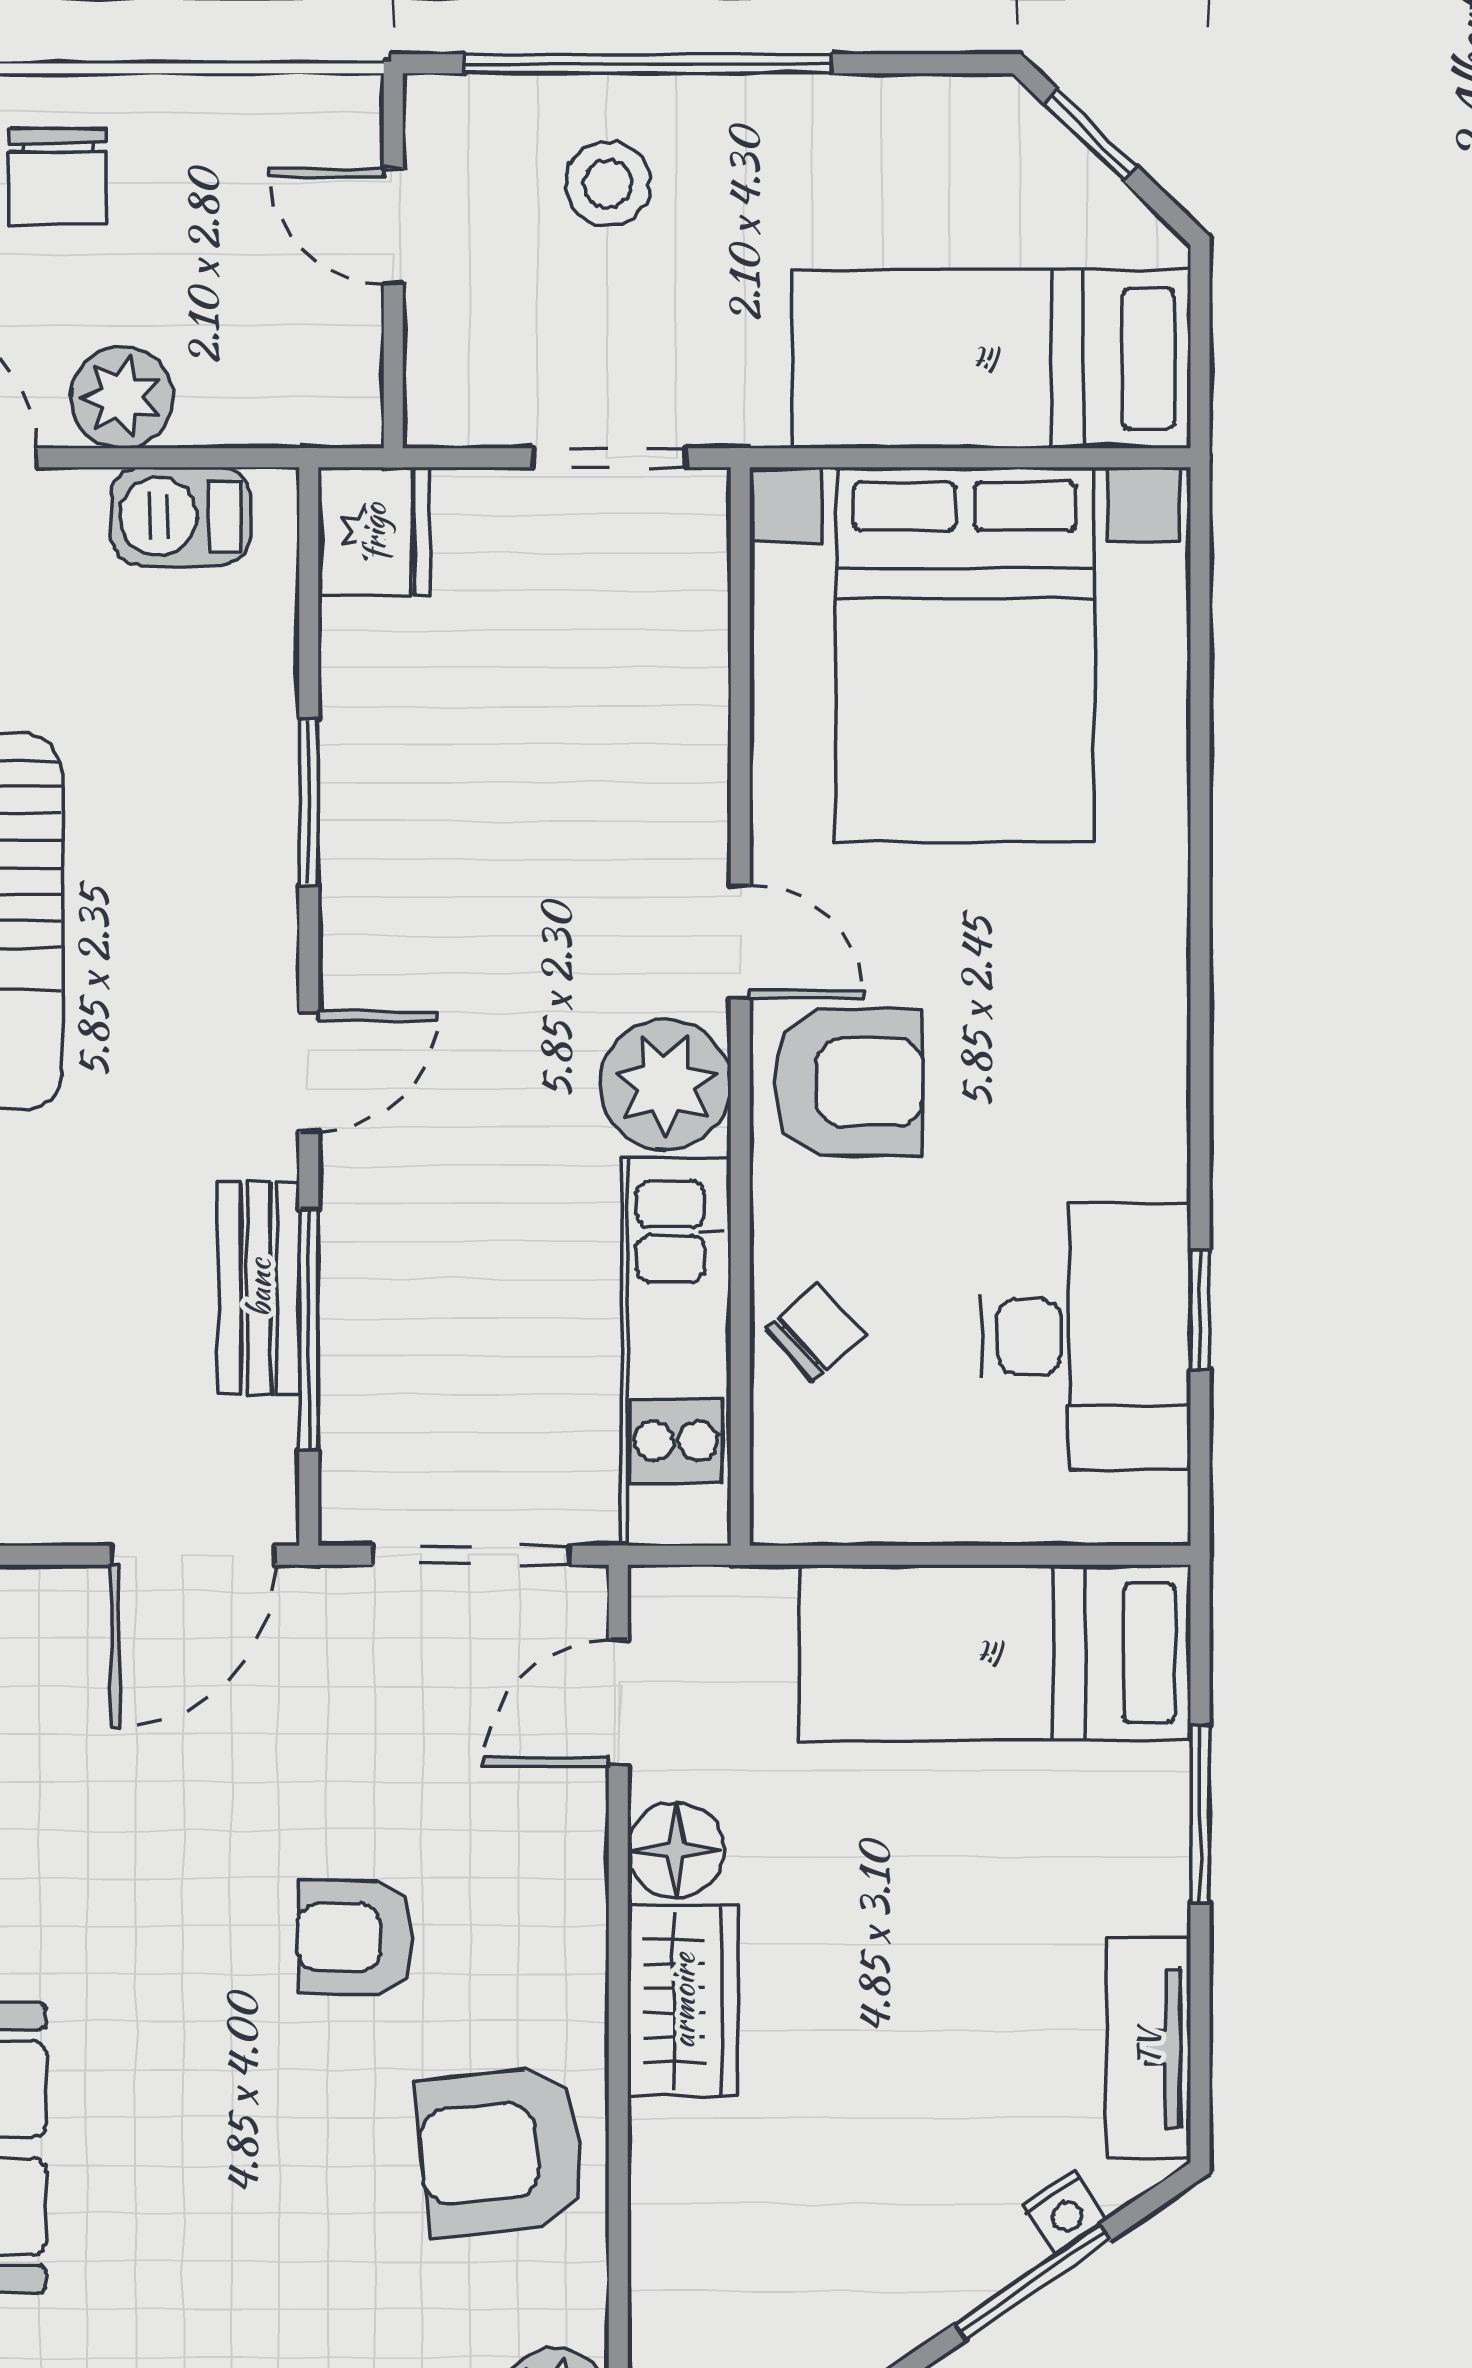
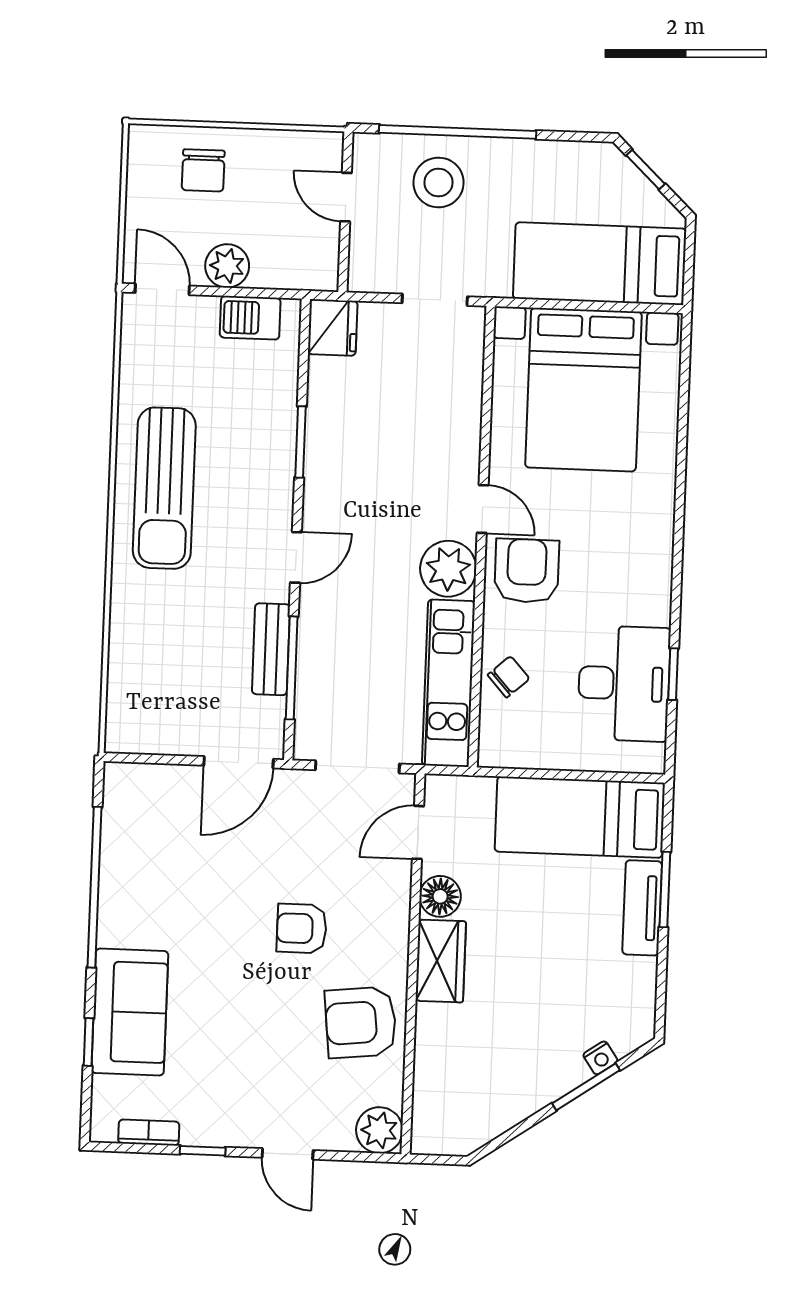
stool: (608, 184) -> (438, 182), width x1.38, depth x1.38
armchair: (848, 1082) -> (527, 571), turned -90
tv unit: (1148, 2048) -> (642, 908), moved

